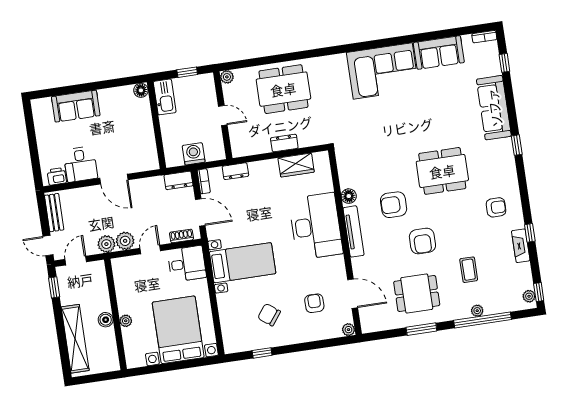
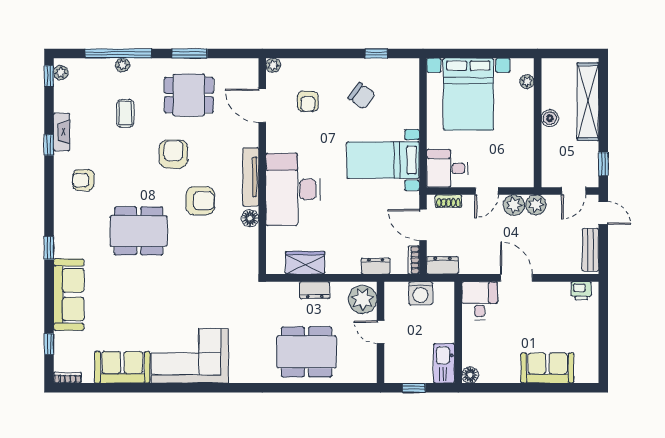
plant: (227, 77) -> (363, 299), moved, width x1.87, depth x1.87
desk: (80, 164) -> (480, 301), moved
plant: (126, 321) -> (527, 82), moved

